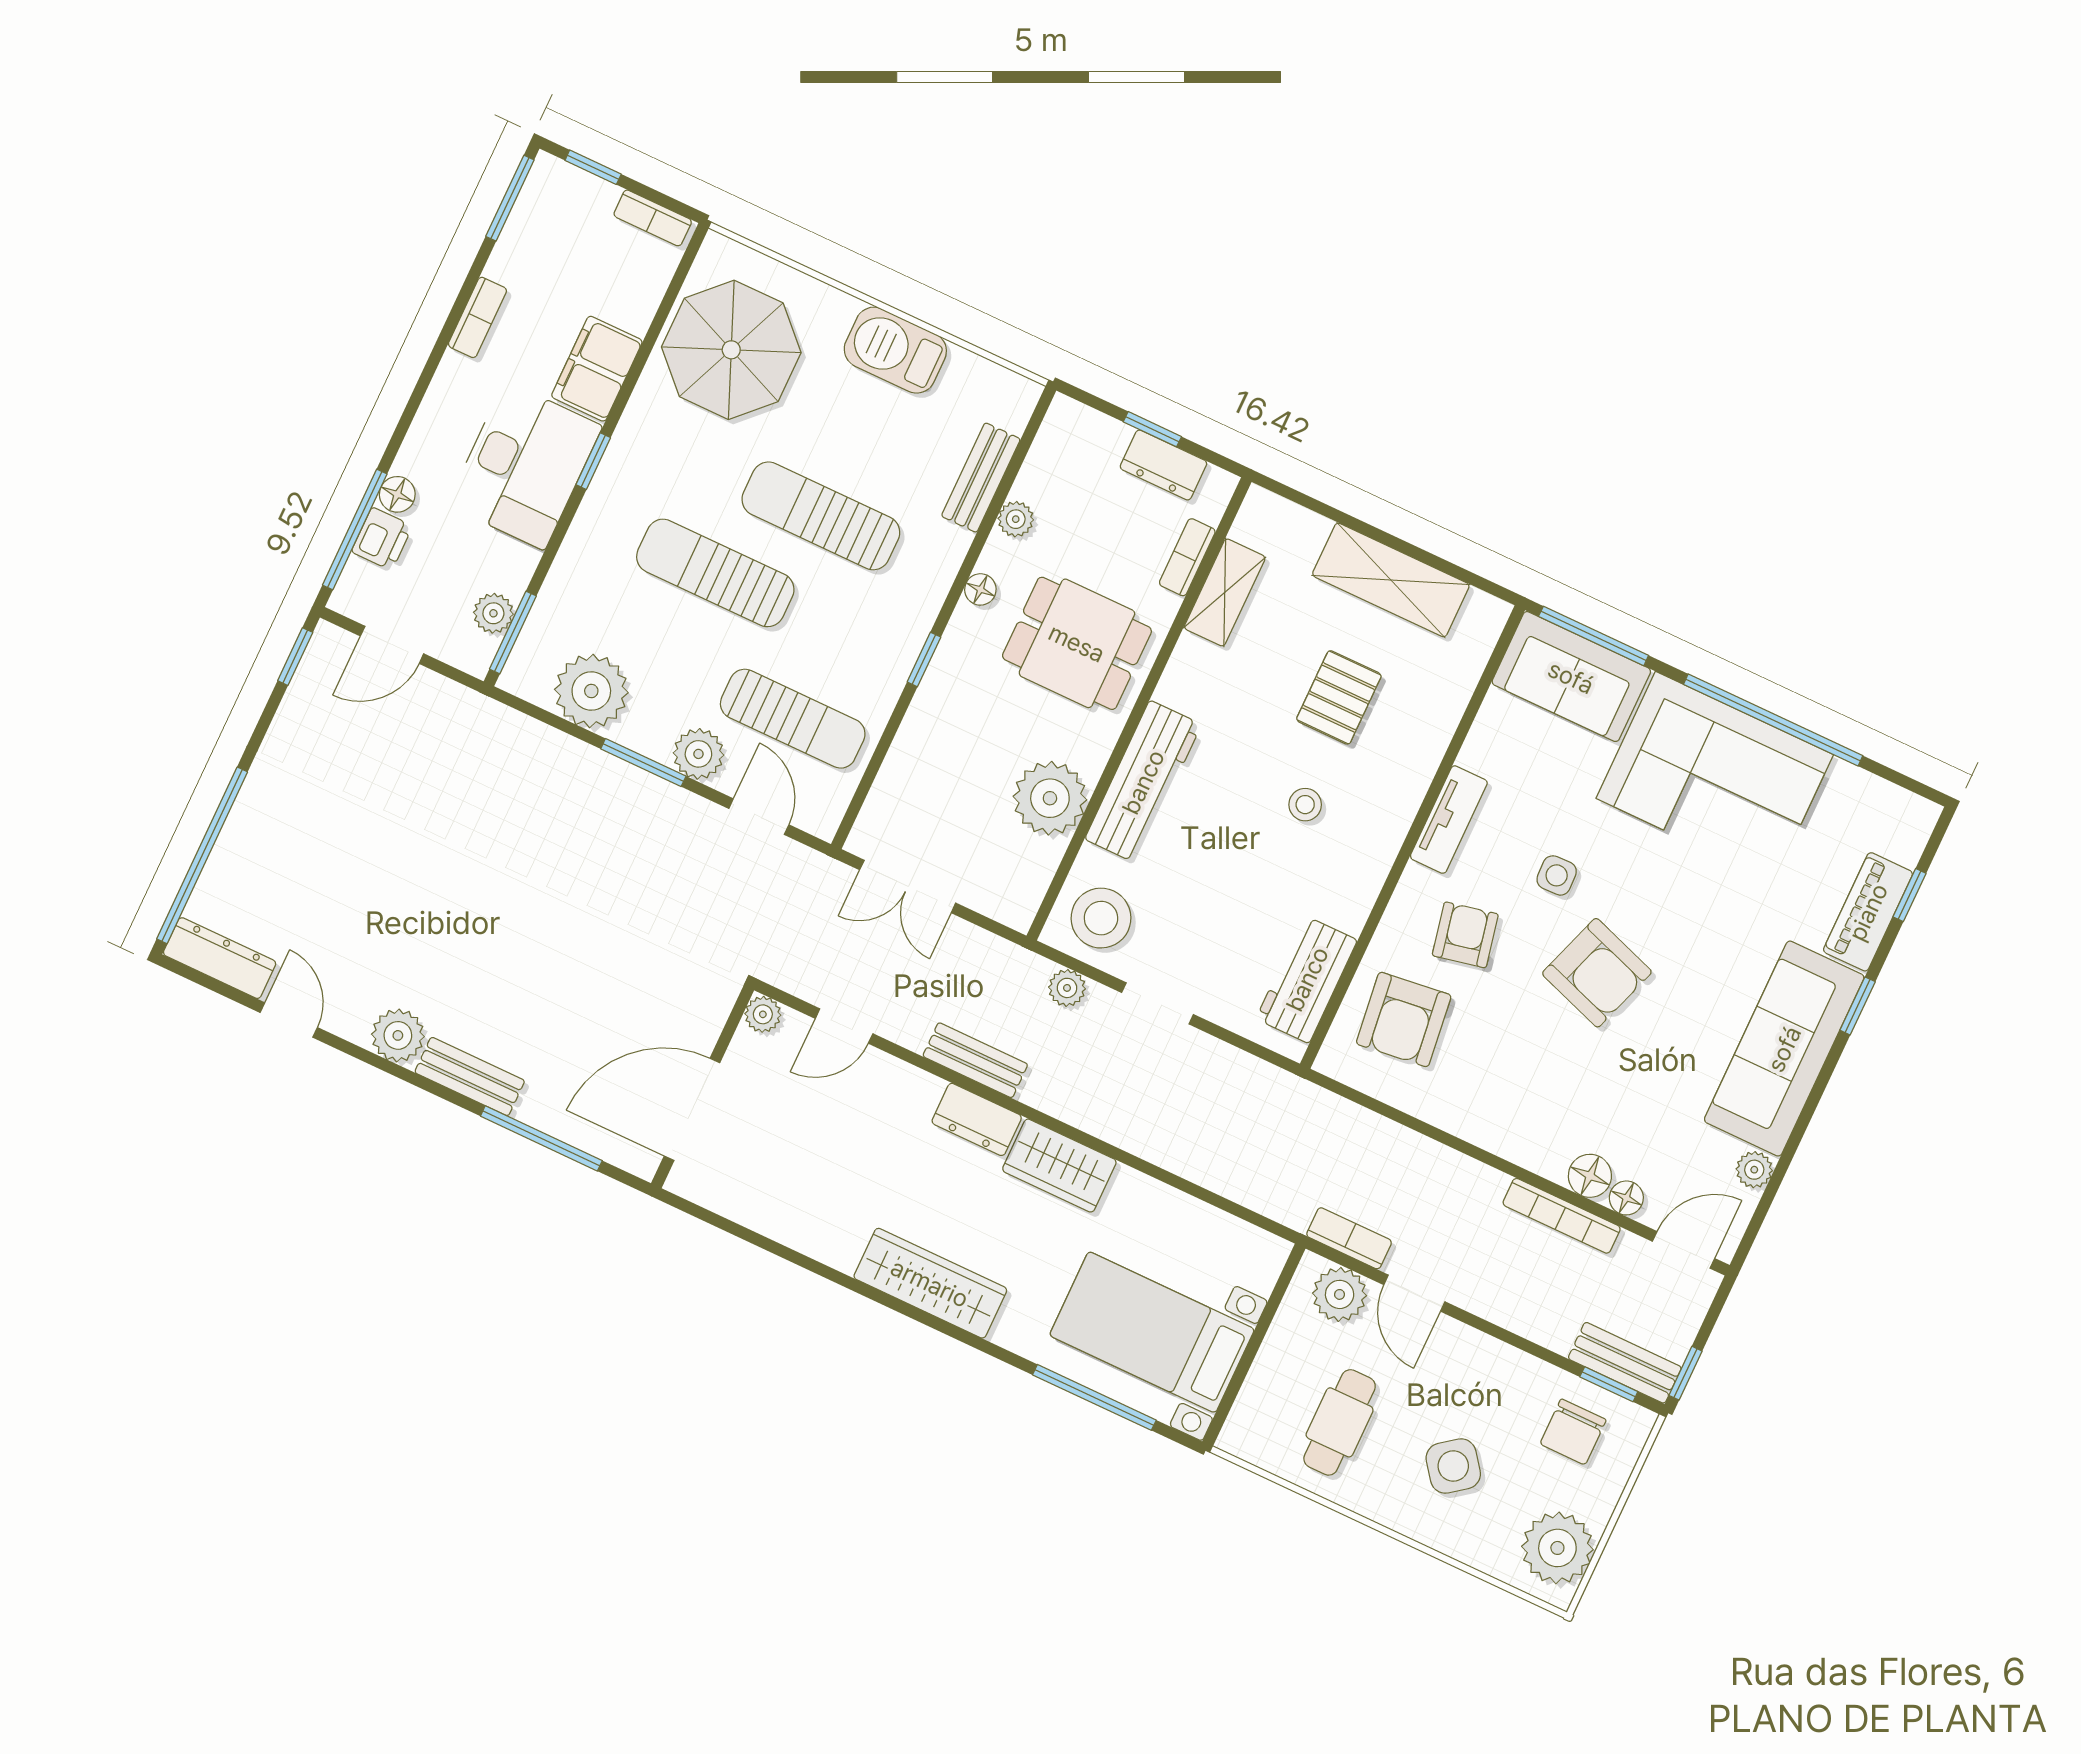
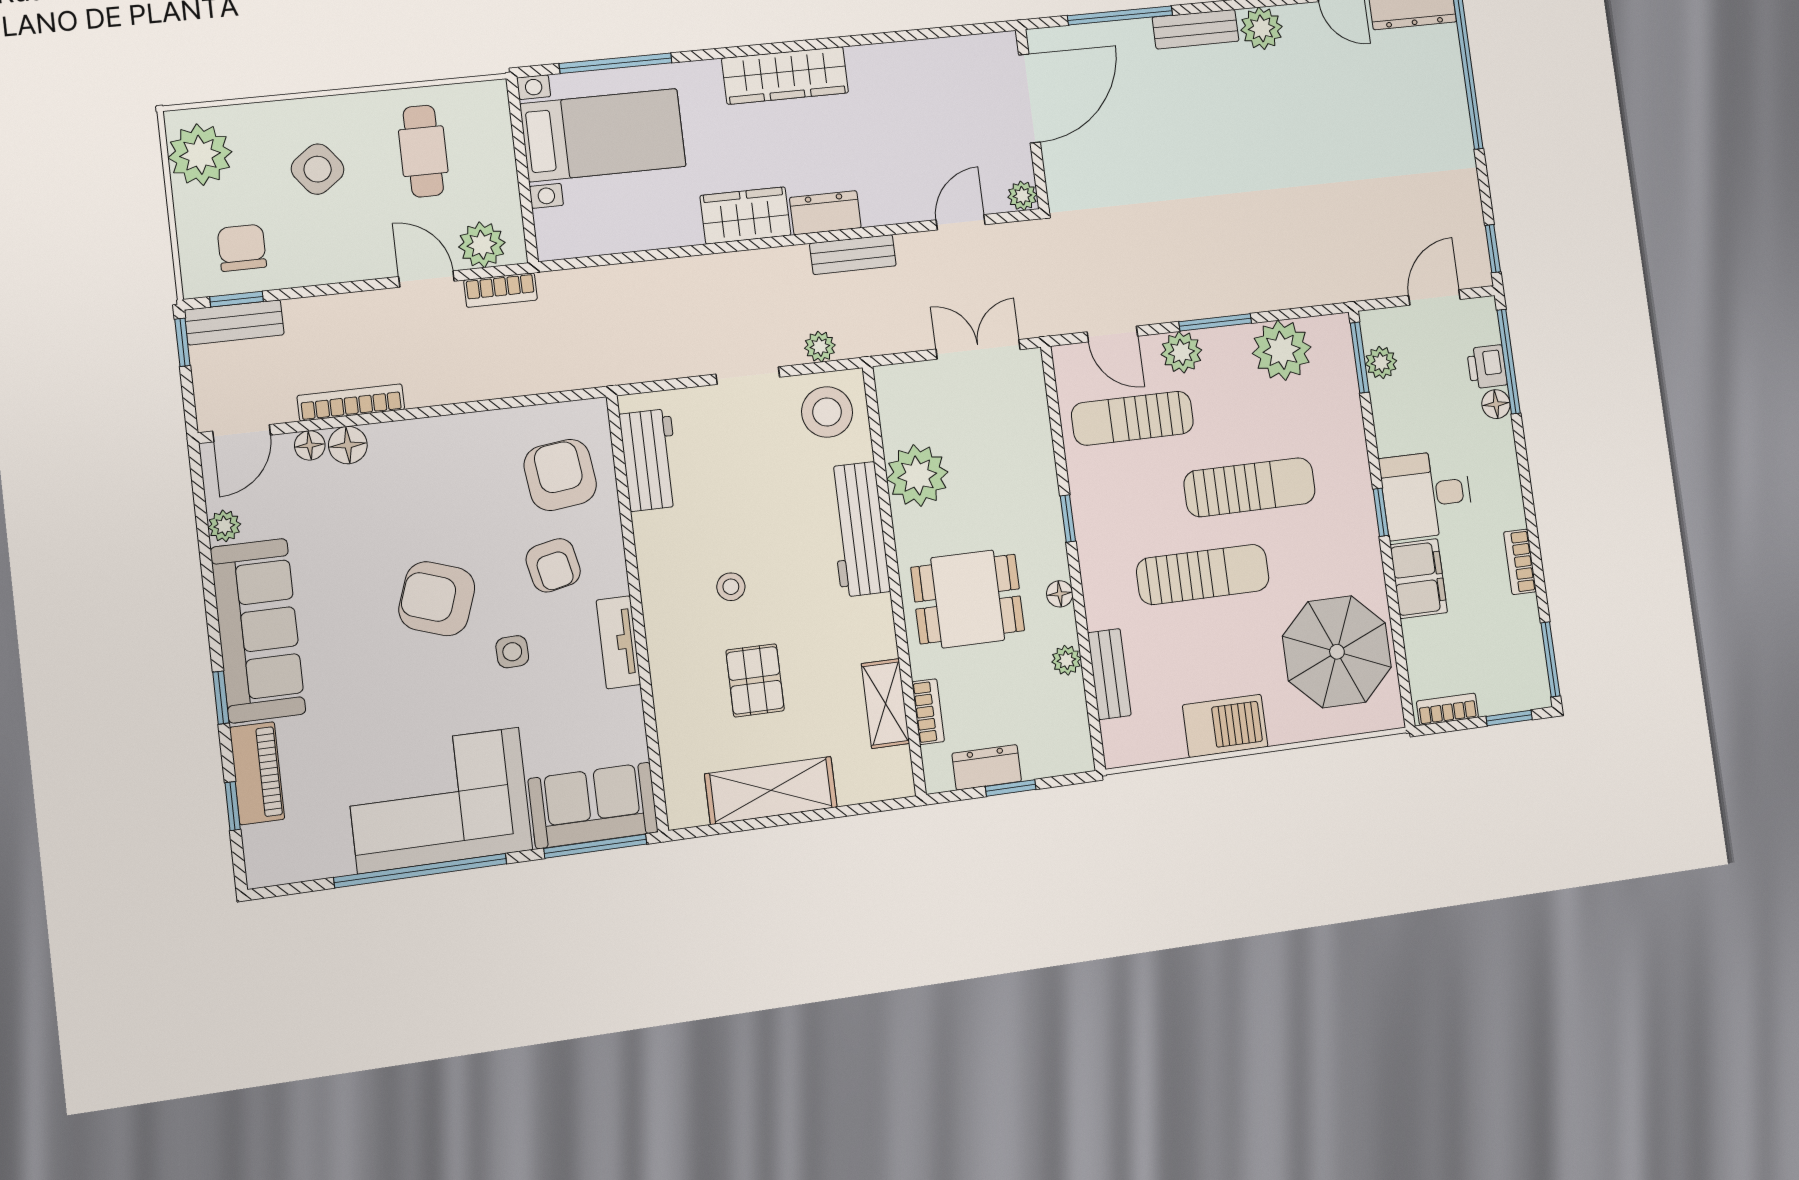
desk: (525, 466) -> (1427, 495), width x0.73

